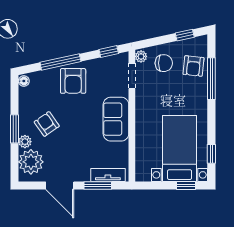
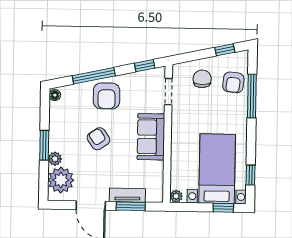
plant: (141, 56) -> (176, 196), moved
chair: (164, 63) -> (202, 79), turned -90
armchair: (47, 124) -> (98, 139), moved
tv unit: (108, 175) -> (127, 195), moved

